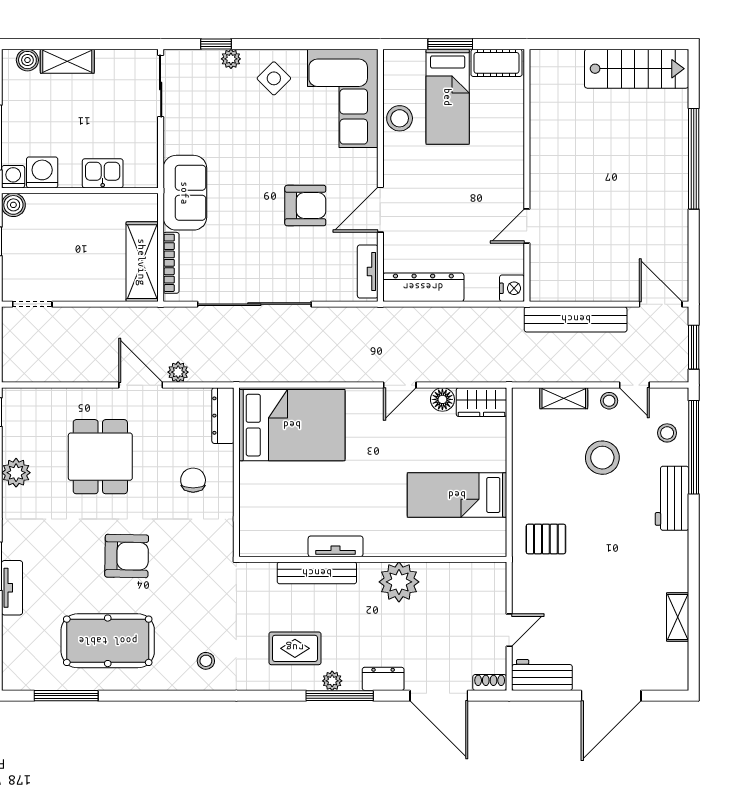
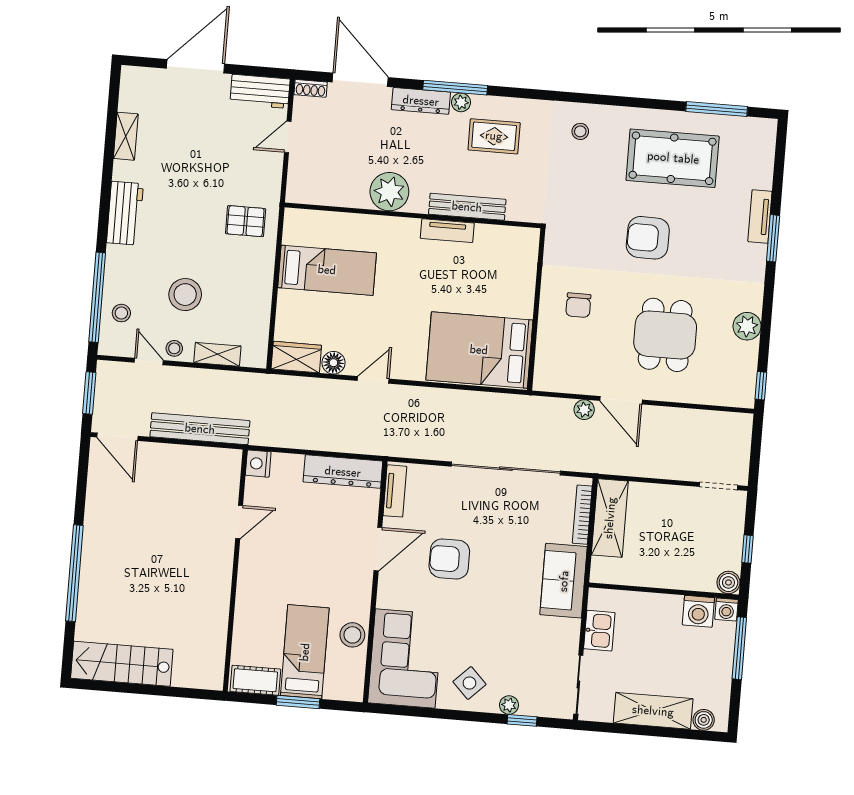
shelving: (67, 61) -> (653, 711), width x1.50, depth x1.33
kitchen sink: (103, 173) -> (599, 631), moved, turned -90
dresser: (223, 416) -> (545, 365), removed
workbench: (672, 498) -> (125, 213), moved
dresser: (383, 679) -> (421, 101), width x1.44

